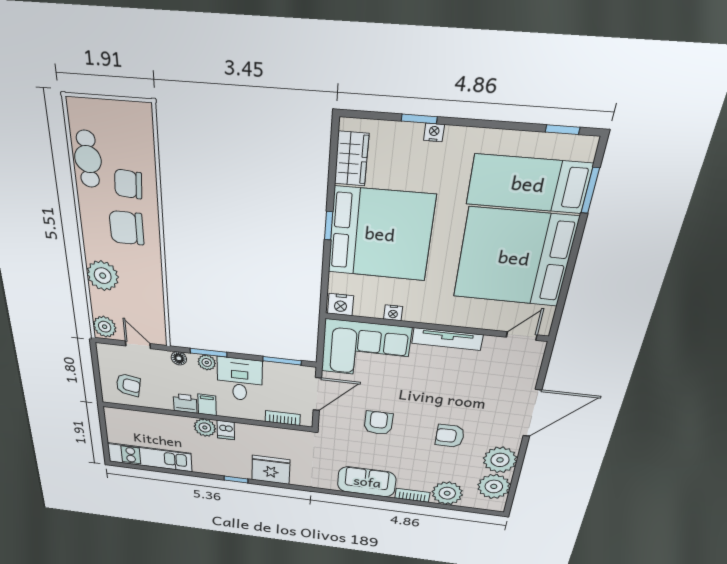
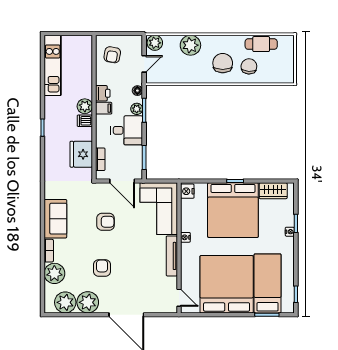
nightstand: (393, 313) -> (185, 237), moved
fridge: (271, 470) -> (81, 154), moved, turned 180

